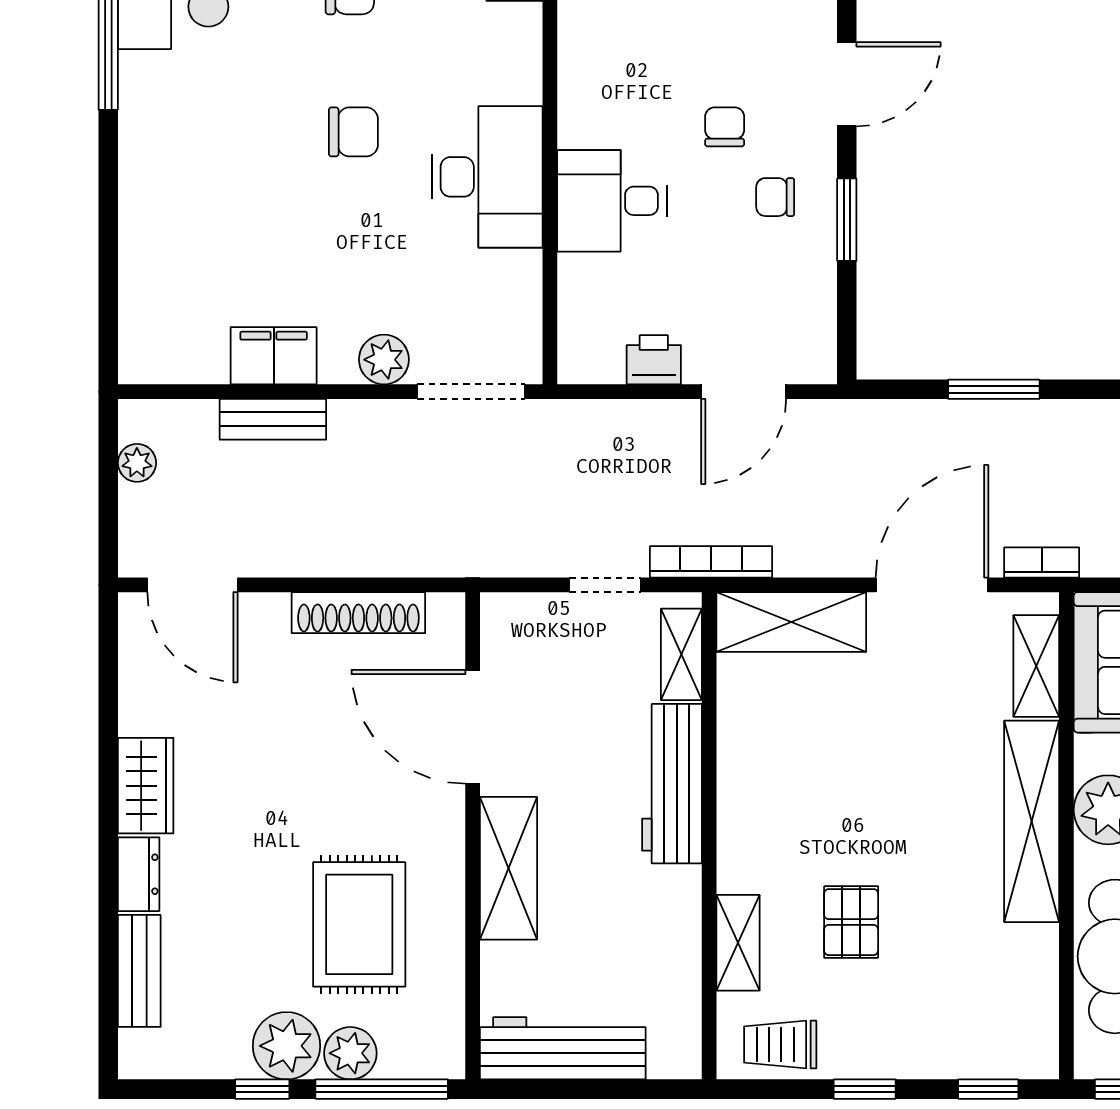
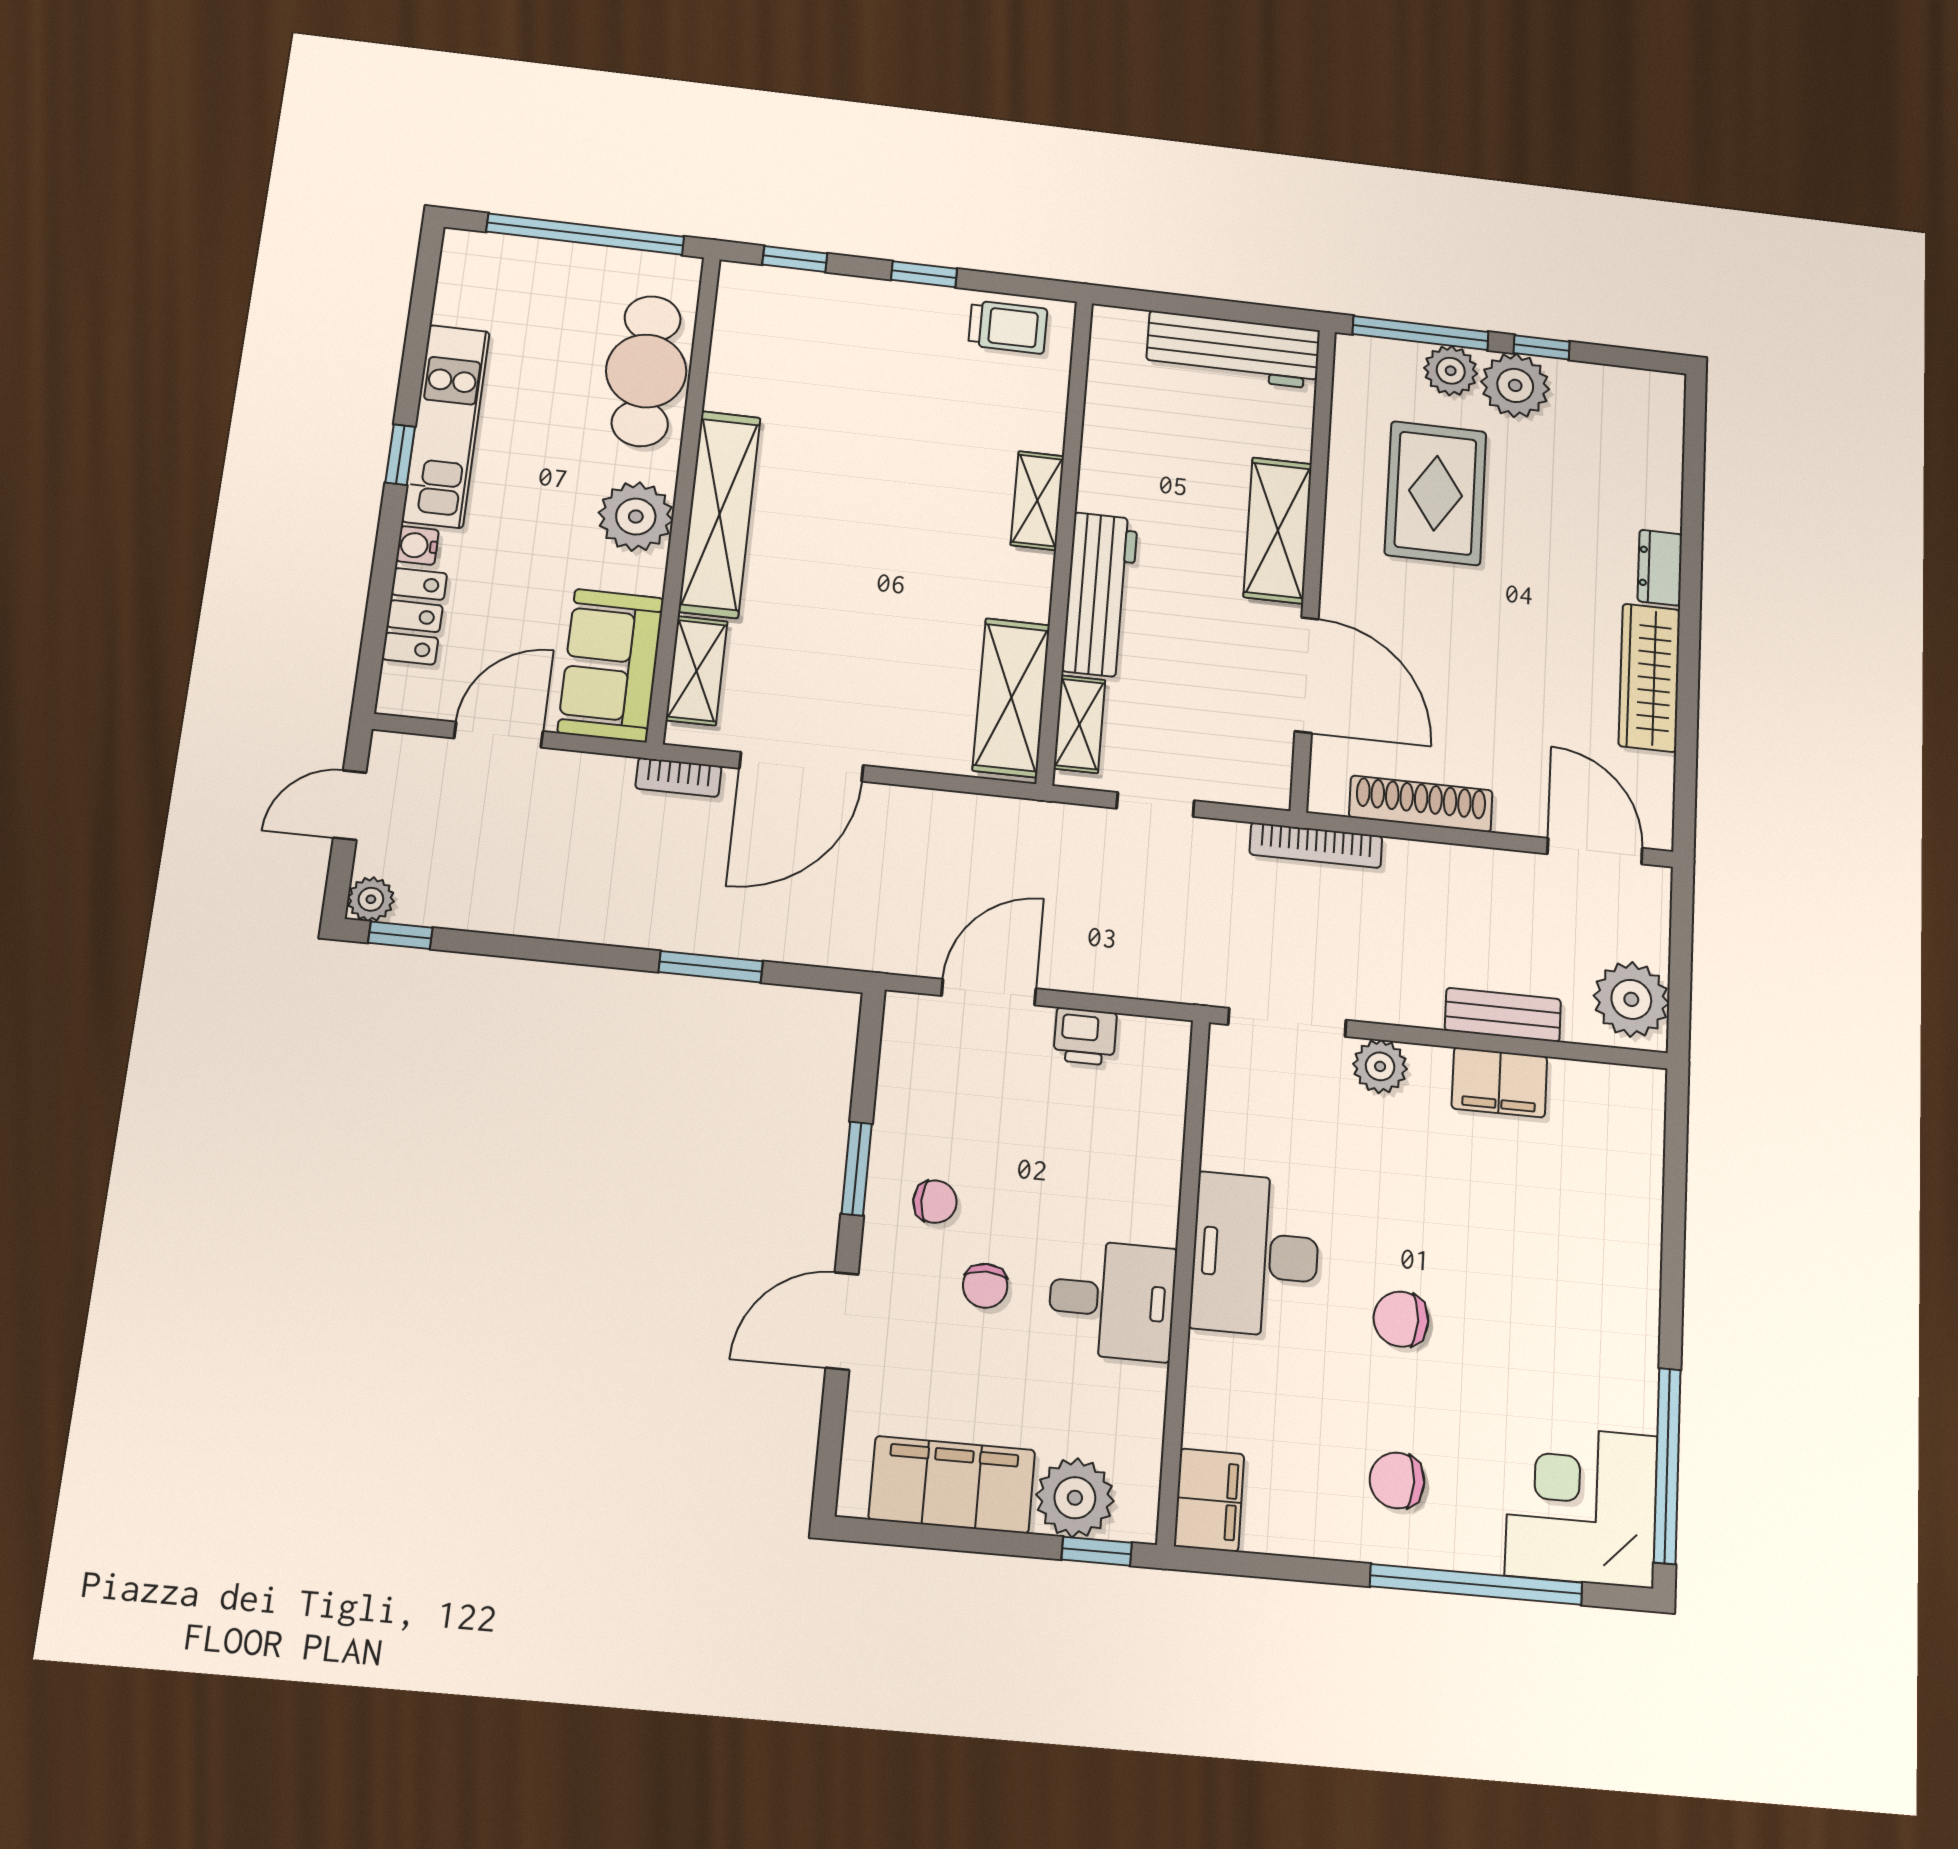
desk: (612, 201) -> (1112, 1300), moved
plant: (137, 463) -> (1631, 999), width x1.87, depth x1.87
bookcase: (711, 562) -> (1316, 845), moved
shelving: (791, 622) -> (1011, 698), moved, turned 90
wardrobe: (146, 786) -> (1649, 678), width x1.50
pallet: (851, 922) -> (923, 437), removed
shelving: (738, 943) -> (1037, 501), moved
bench: (139, 971) -> (1662, 474), removed

